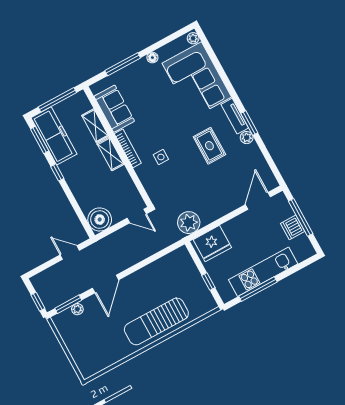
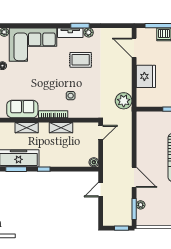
shelving: (111, 154) -> (61, 128), moved
boiler: (100, 219) -> (94, 162), width x0.54, depth x0.54
fridge: (212, 244) -> (146, 76), moved

